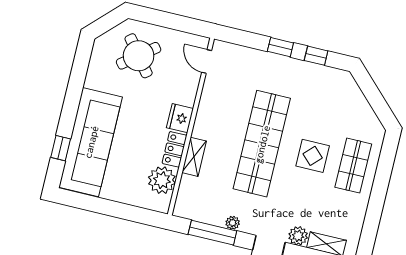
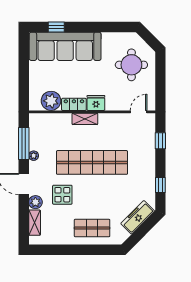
window: (280, 47) -> (160, 141), moved
round table: (139, 56) -> (131, 65), turned 38
freezer: (354, 98) -> (138, 217), added
display table: (313, 156) -> (62, 195), moved
shelving: (194, 157) -> (85, 119), moved

